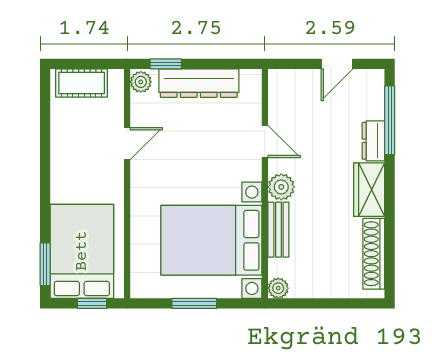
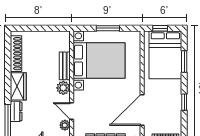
door: (127, 144) -> (142, 110), width x1.87
window: (45, 159) -> (184, 102), added
window: (45, 264) -> (184, 62), moved
plant: (278, 288) -> (65, 125), moved

